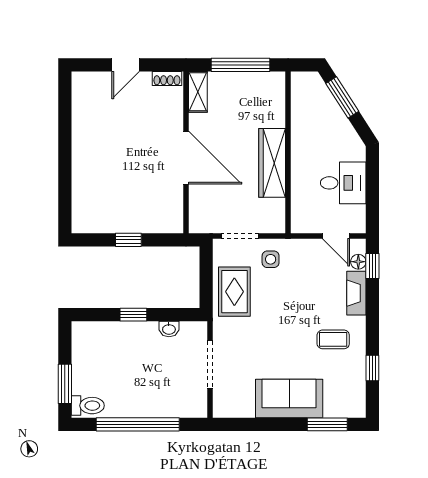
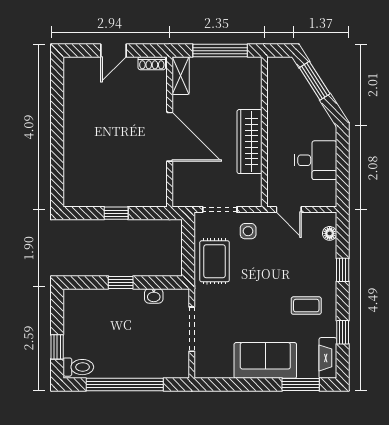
door: (336, 236) -> (289, 209), moved
window: (372, 266) -> (343, 270), moved
fireplace: (356, 293) -> (328, 358), moved
window: (65, 384) -> (57, 347), width x0.67

